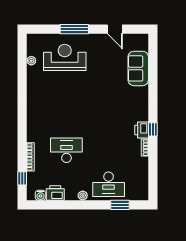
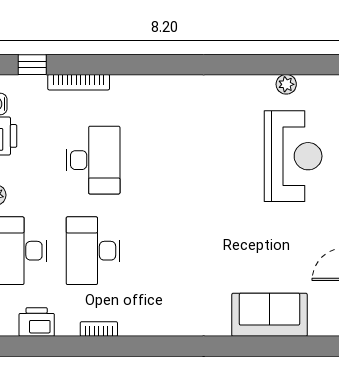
window: (153, 129) -> (138, 346), removed
printer: (142, 130) -> (37, 322), moved
desk: (109, 150) -> (93, 251), added

